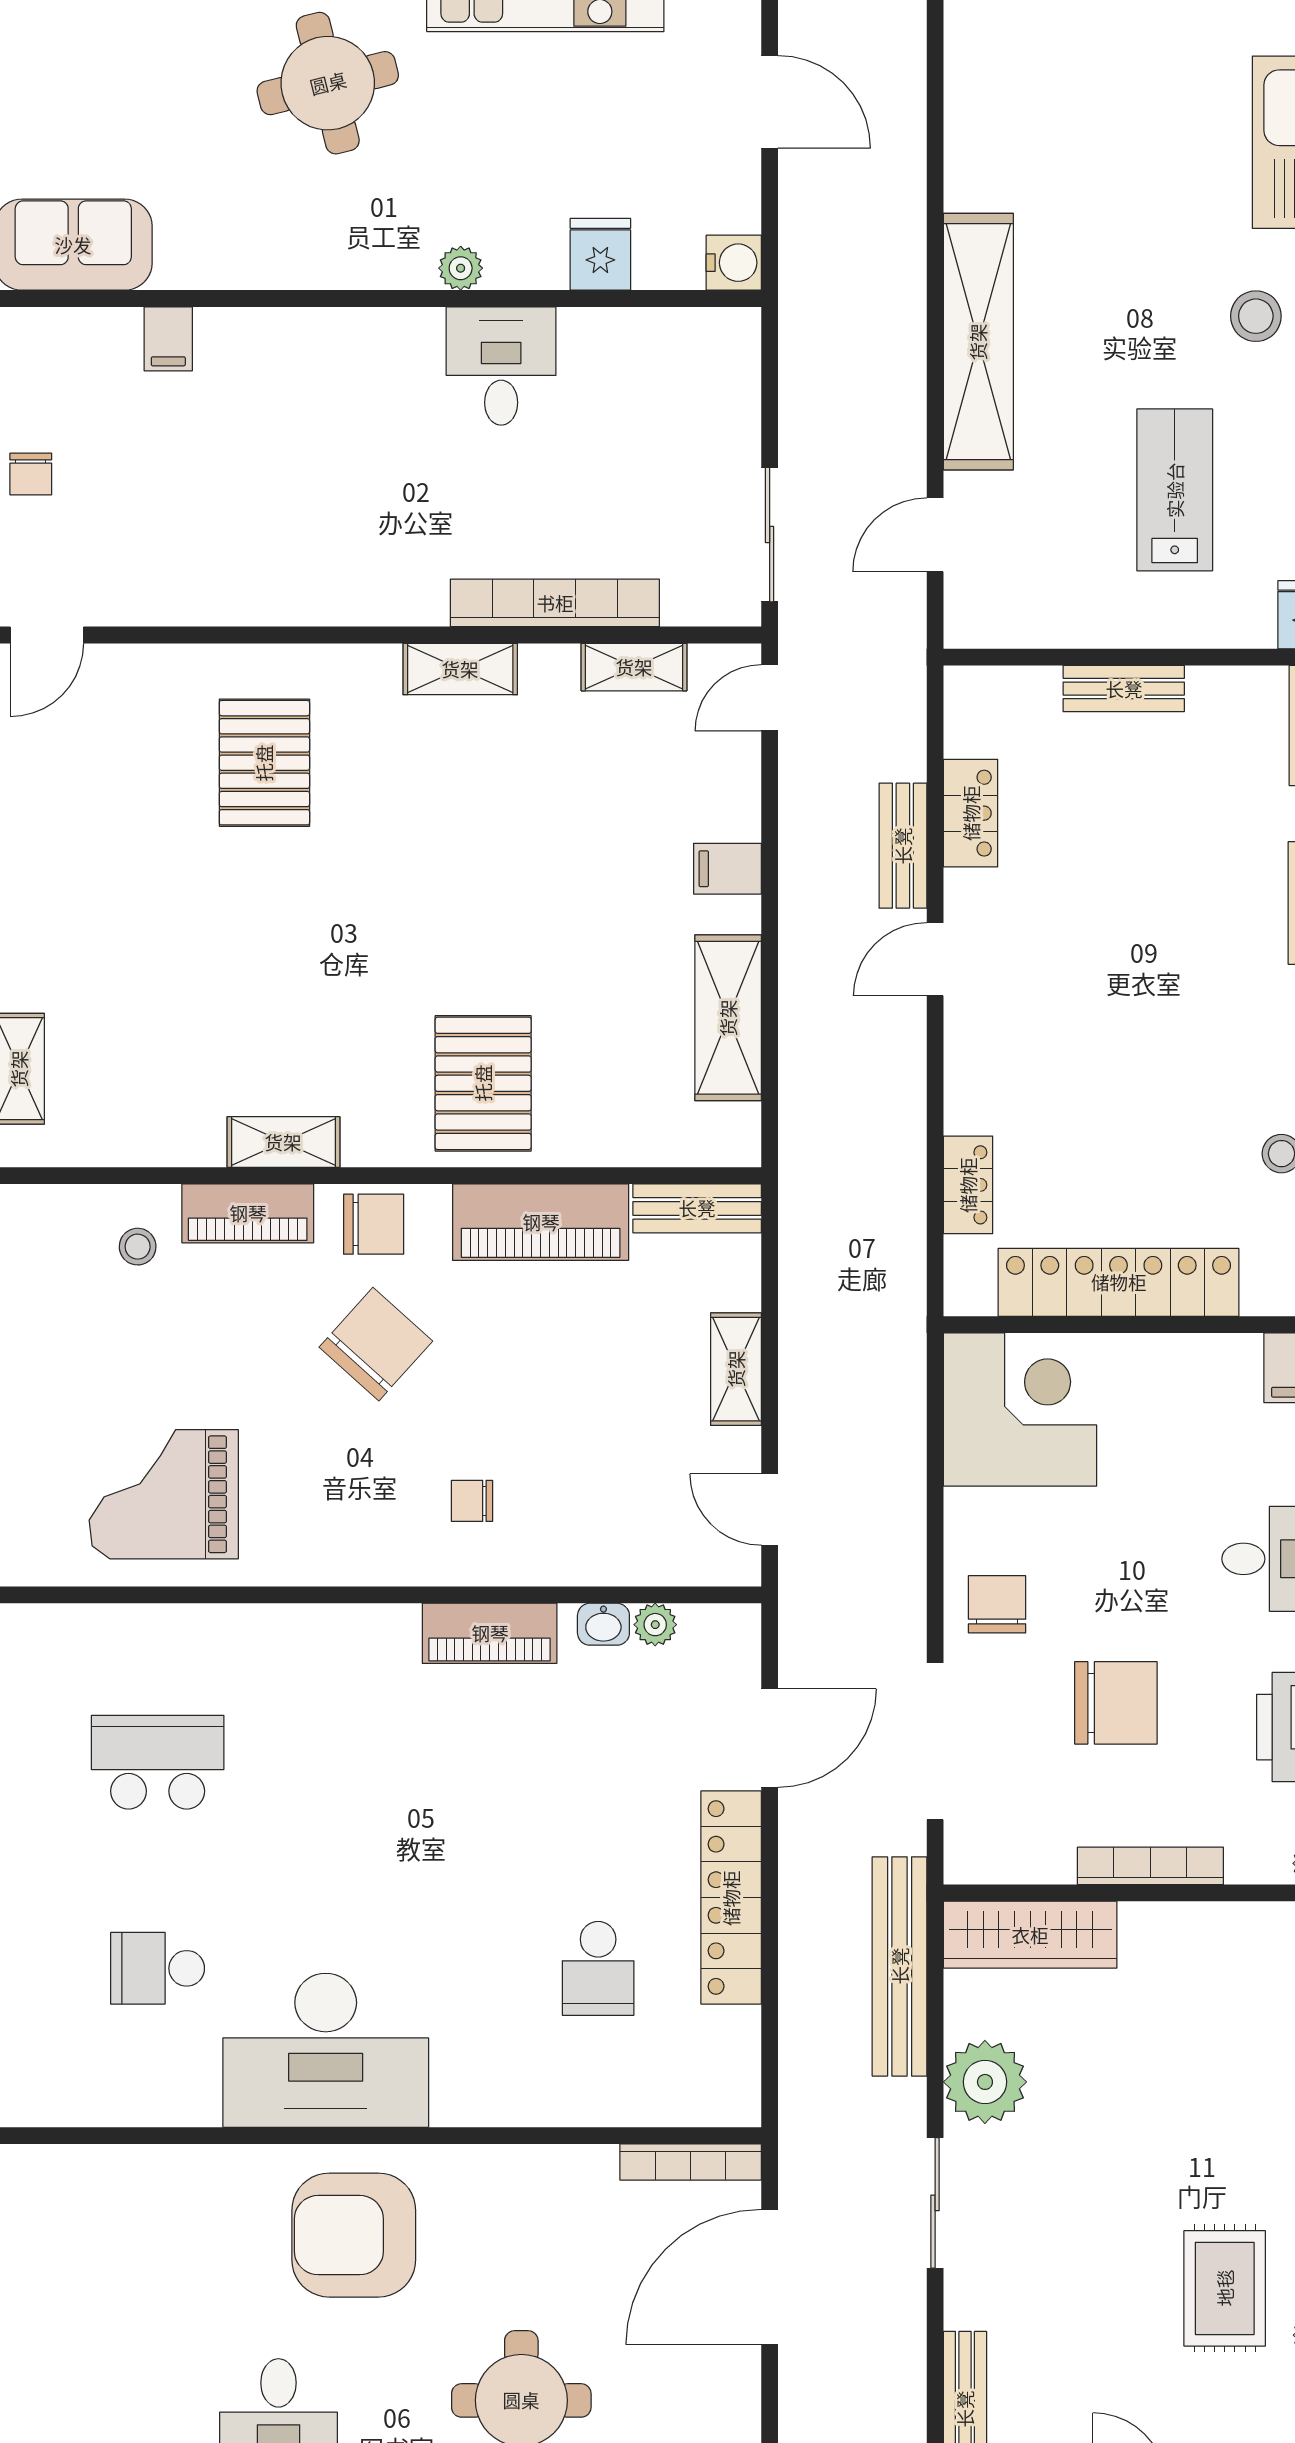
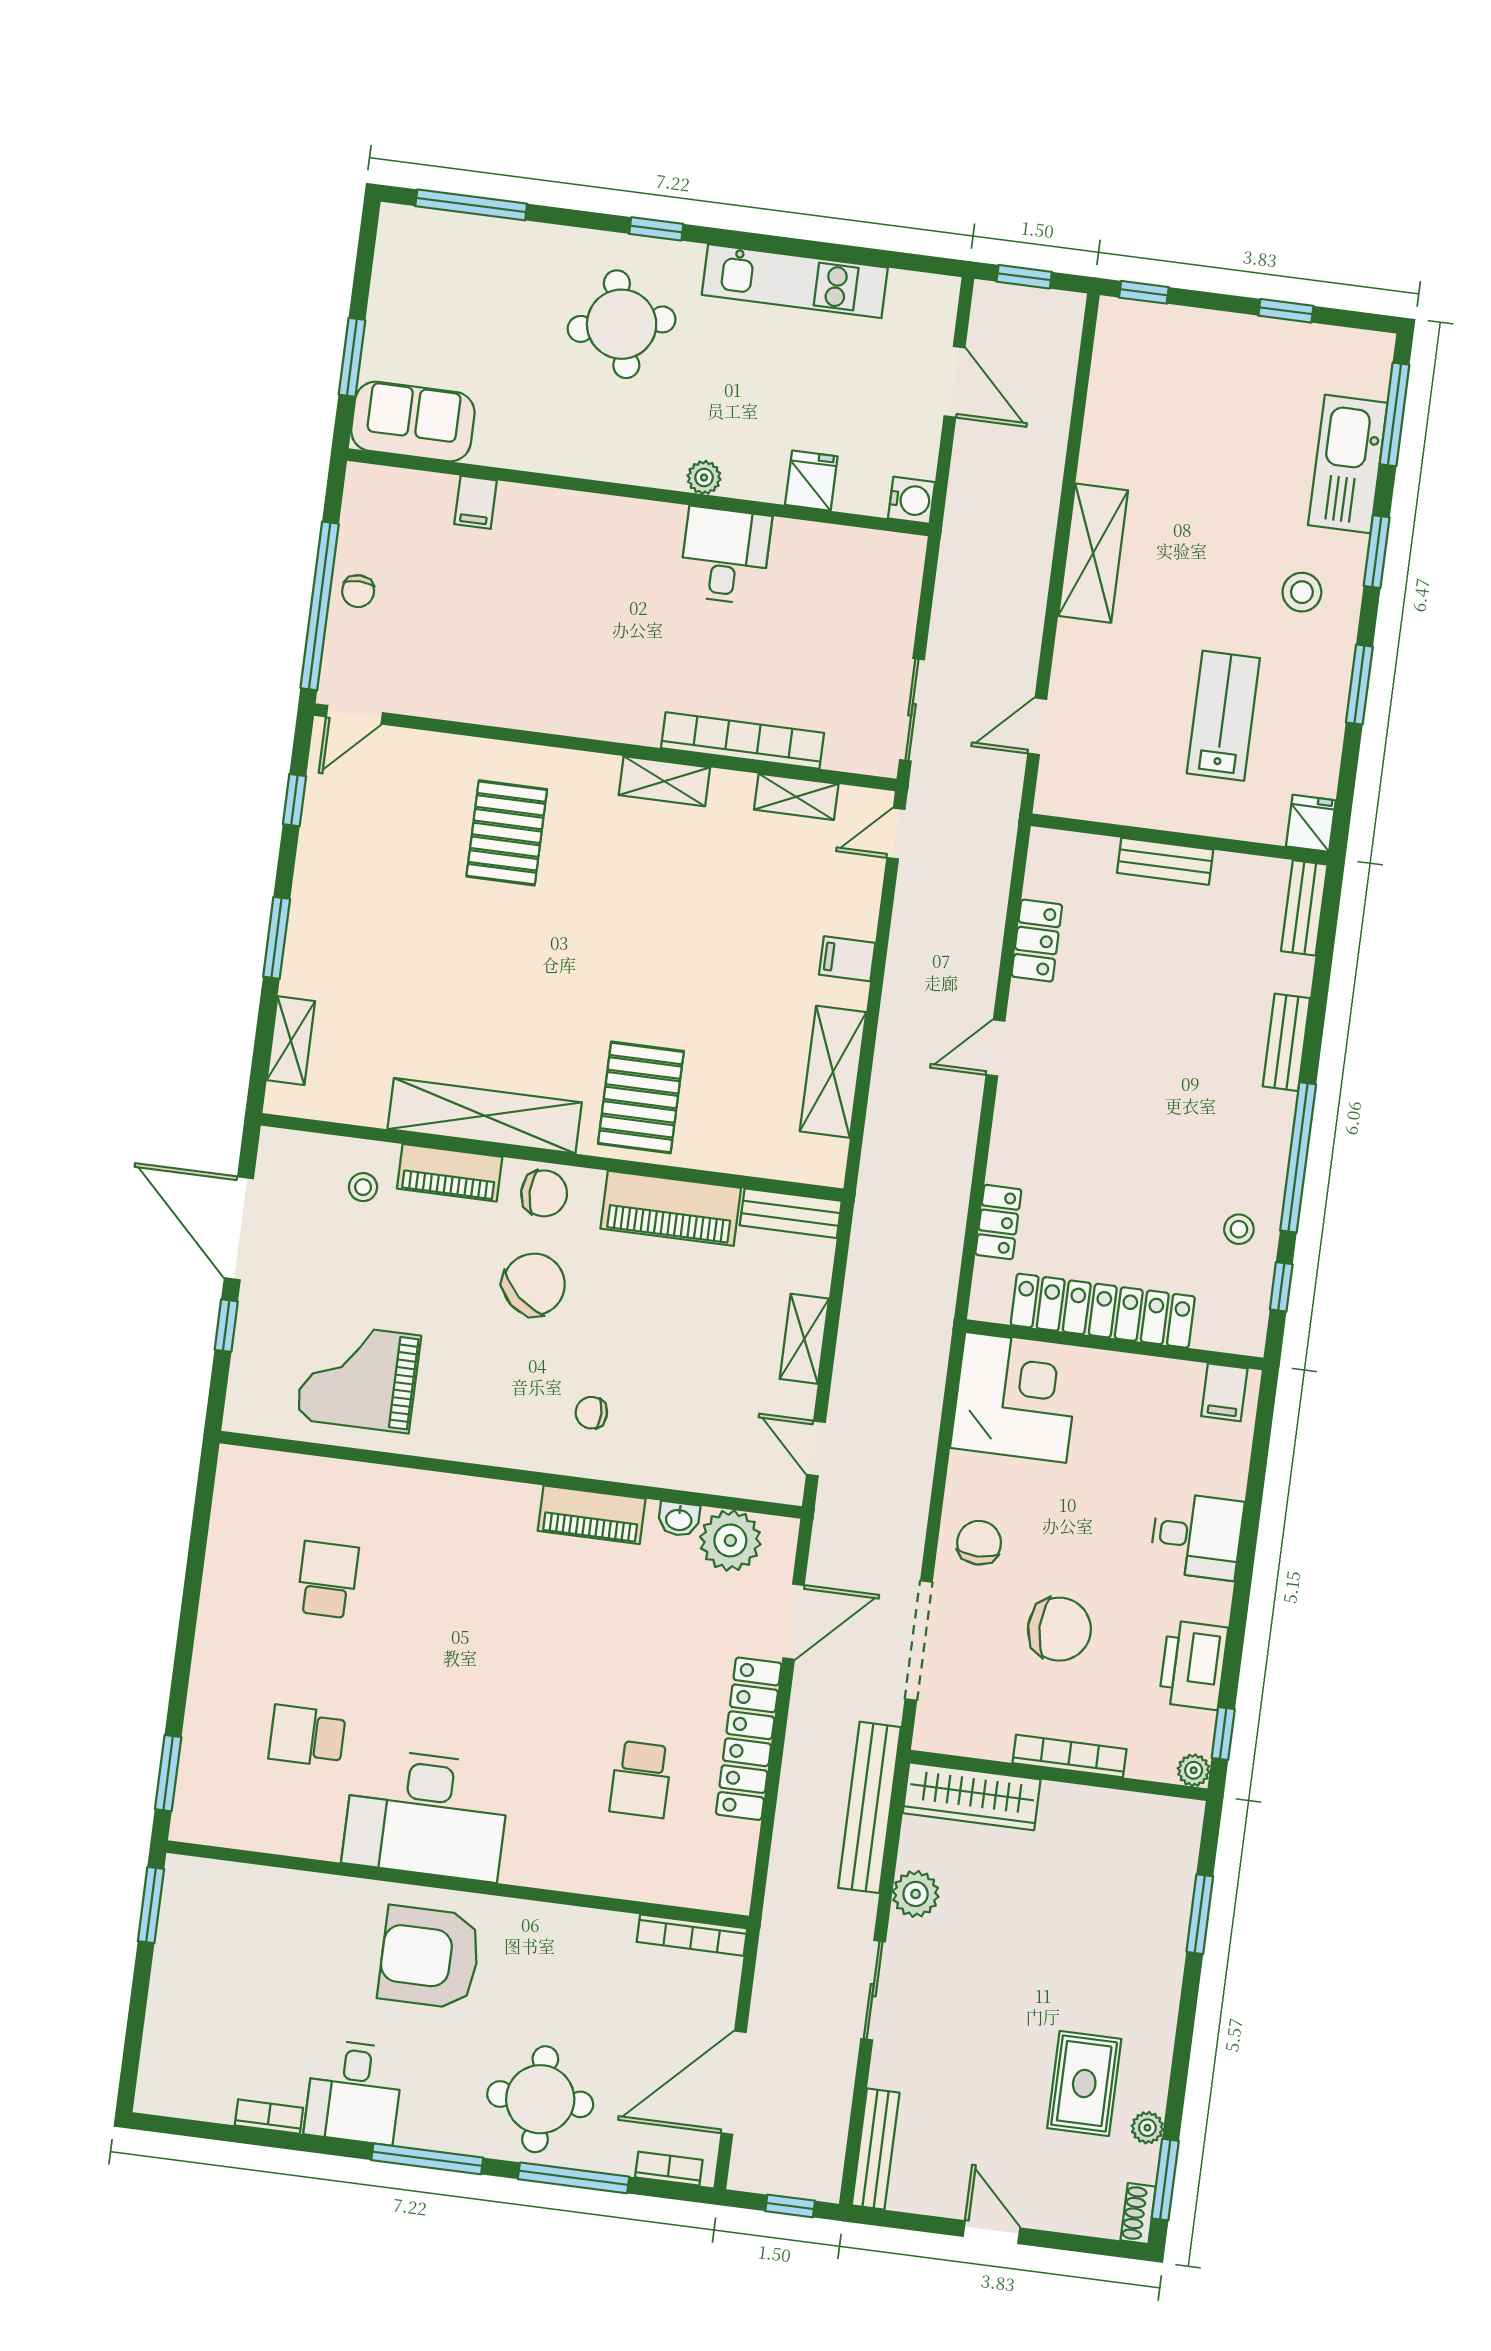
shelving: (978, 342) -> (1093, 553), width x0.68
bench: (903, 846) -> (982, 959), removed
shelving: (283, 1142) -> (485, 1116), width x2.20, depth x1.33
plant: (655, 1625) -> (730, 1540), width x1.87, depth x1.87
school desk: (158, 1762) -> (327, 1580), width x0.54
plant: (985, 2082) -> (916, 1894), width x0.73, depth x0.73
door: (770, 2277) -> (734, 2083), moved

